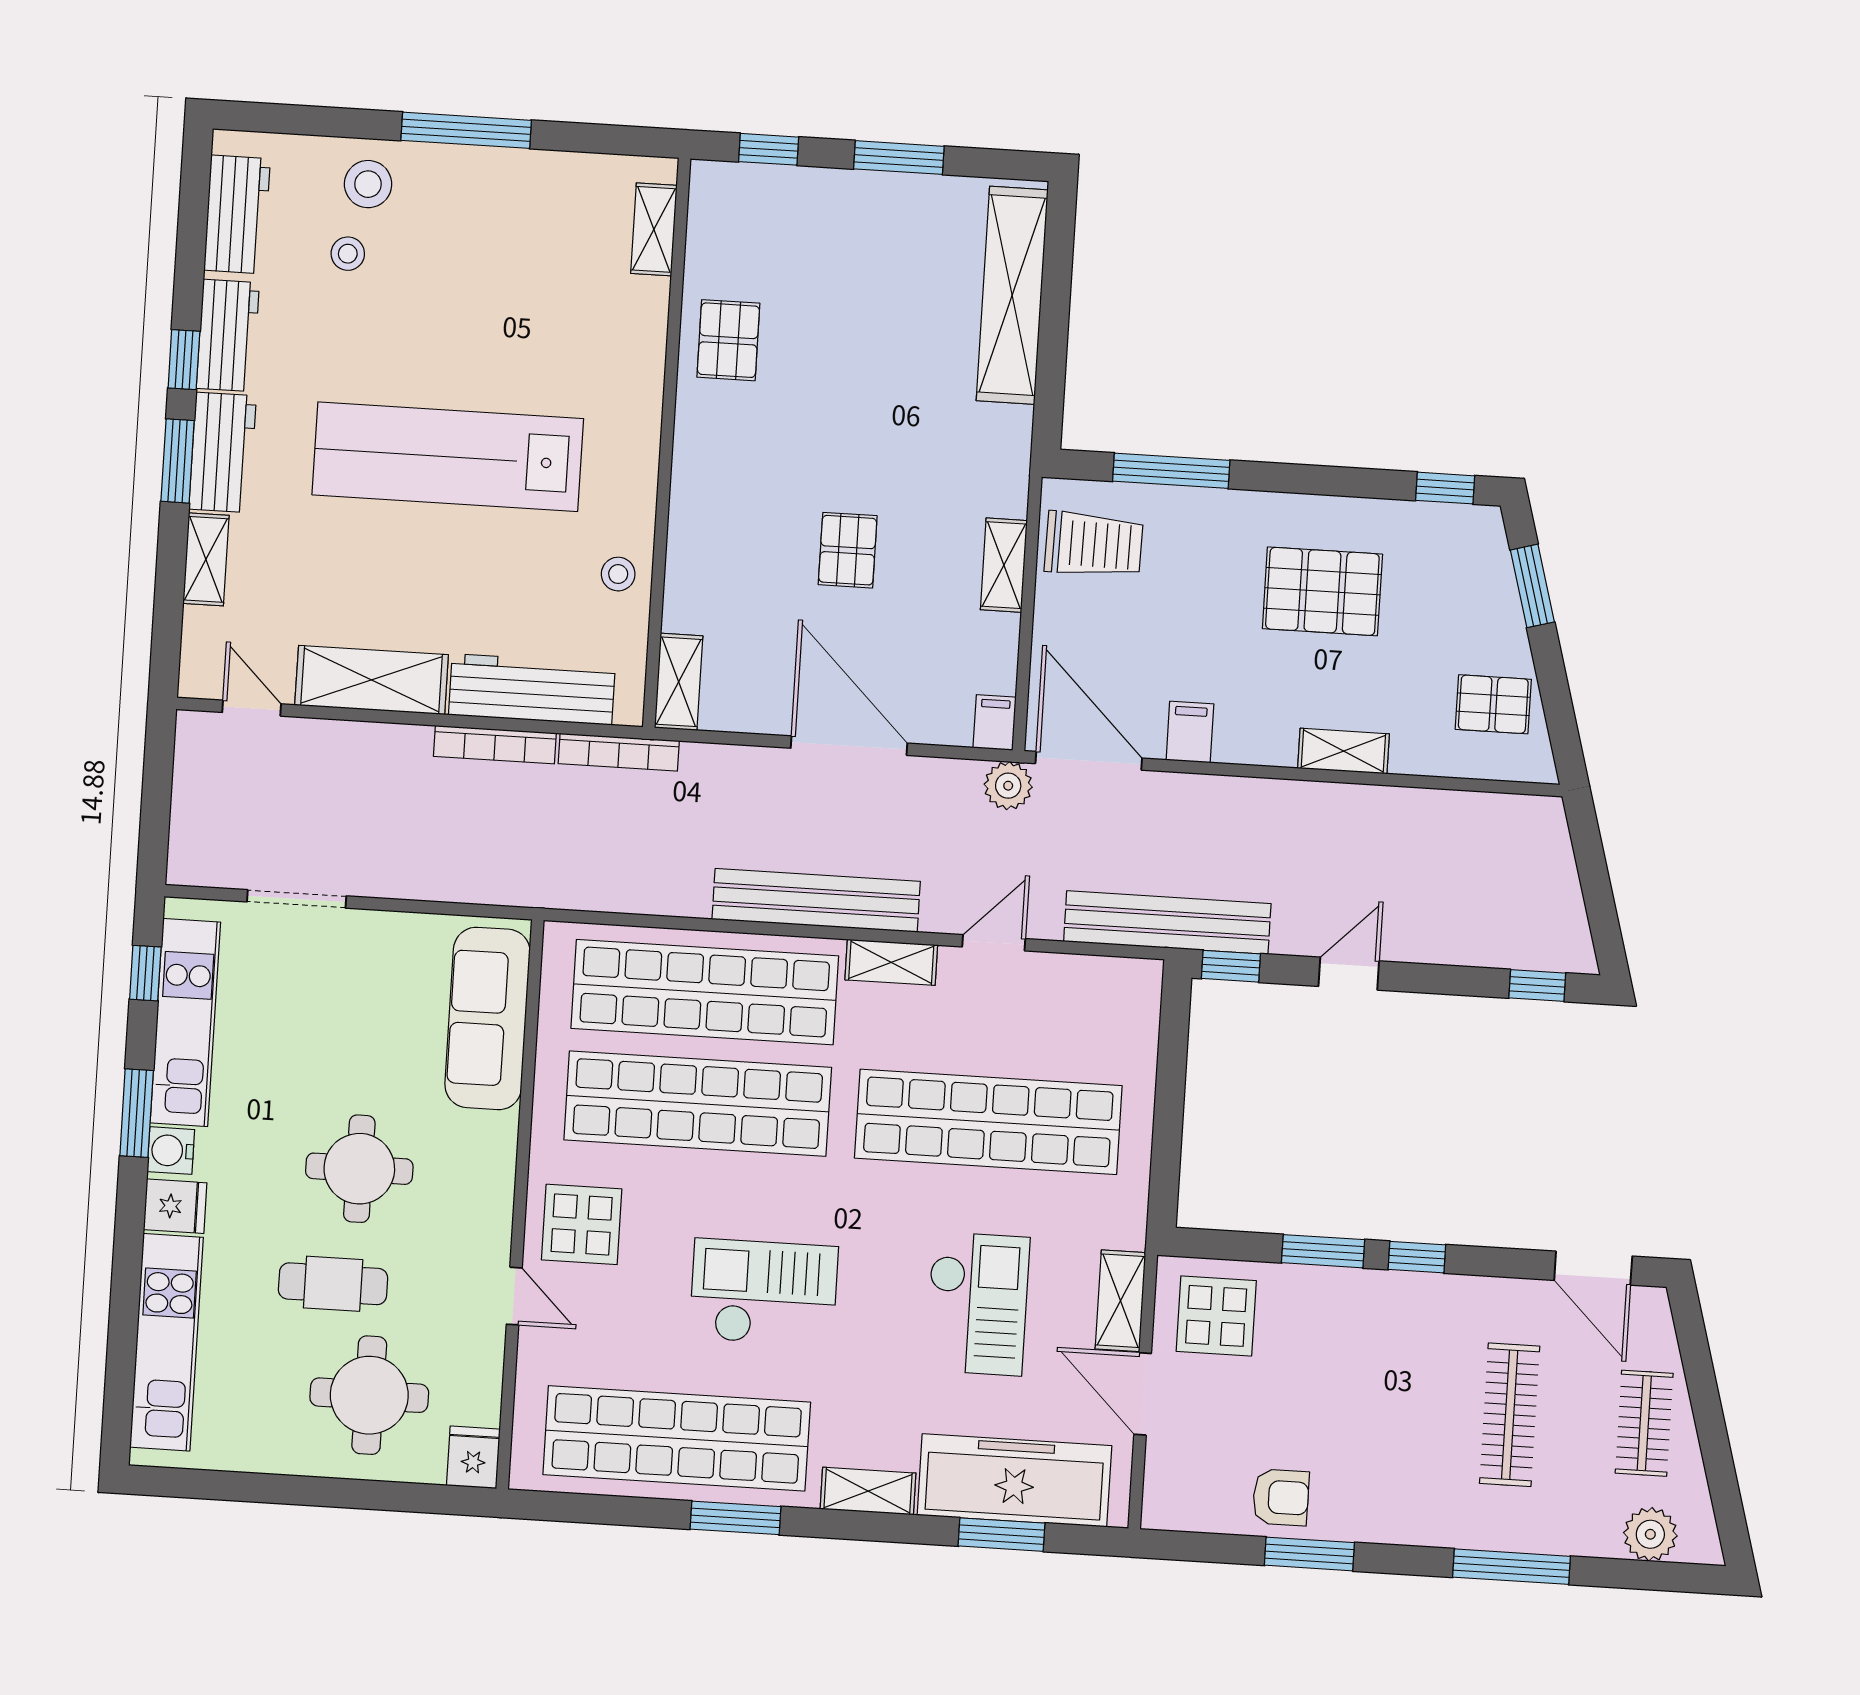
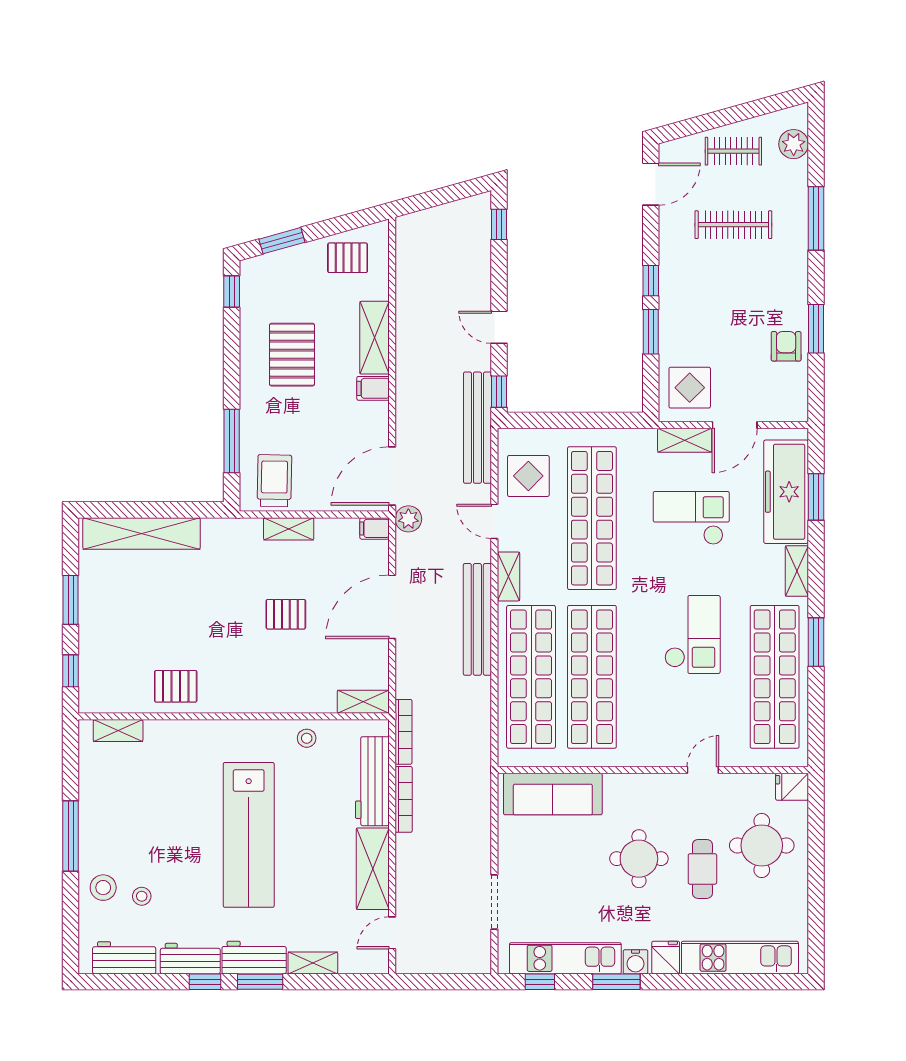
pallet: (1493, 704) -> (348, 258), turned 90
filing cabinet: (1190, 732) -> (373, 388), moved
shelving: (1343, 751) -> (374, 338), width x1.50, depth x1.33
display table: (582, 1224) -> (528, 476), moved
checkout: (764, 1293) -> (692, 635), turned 180

